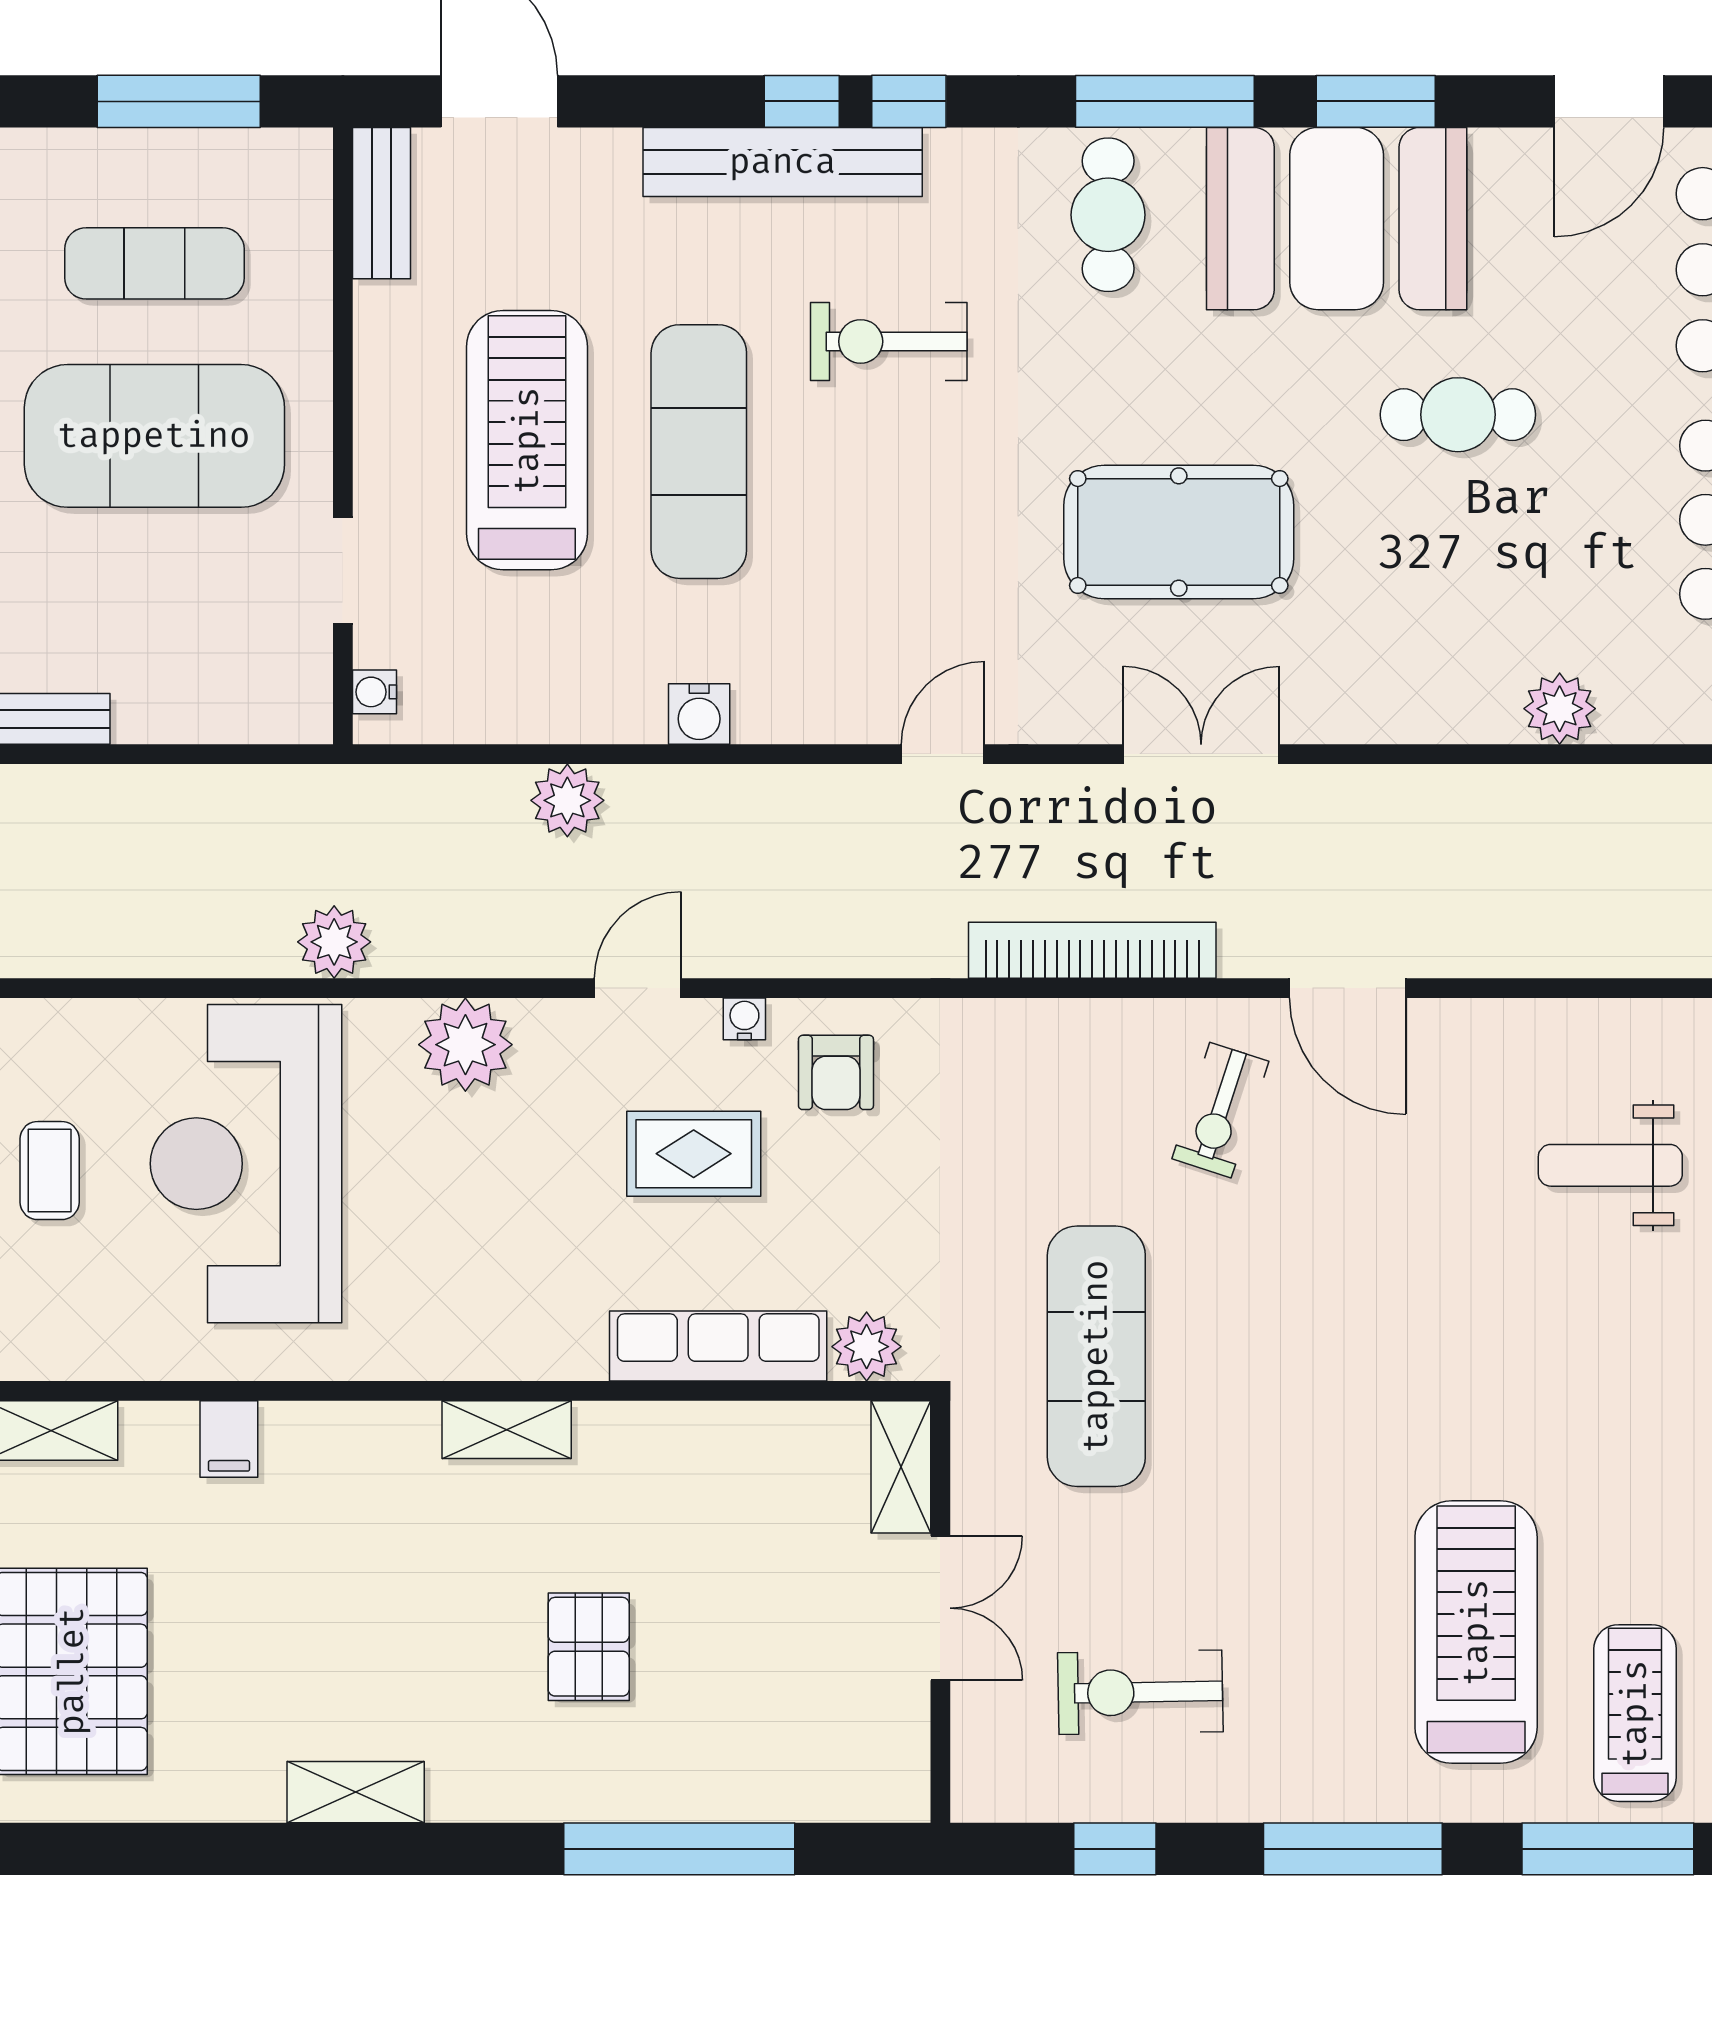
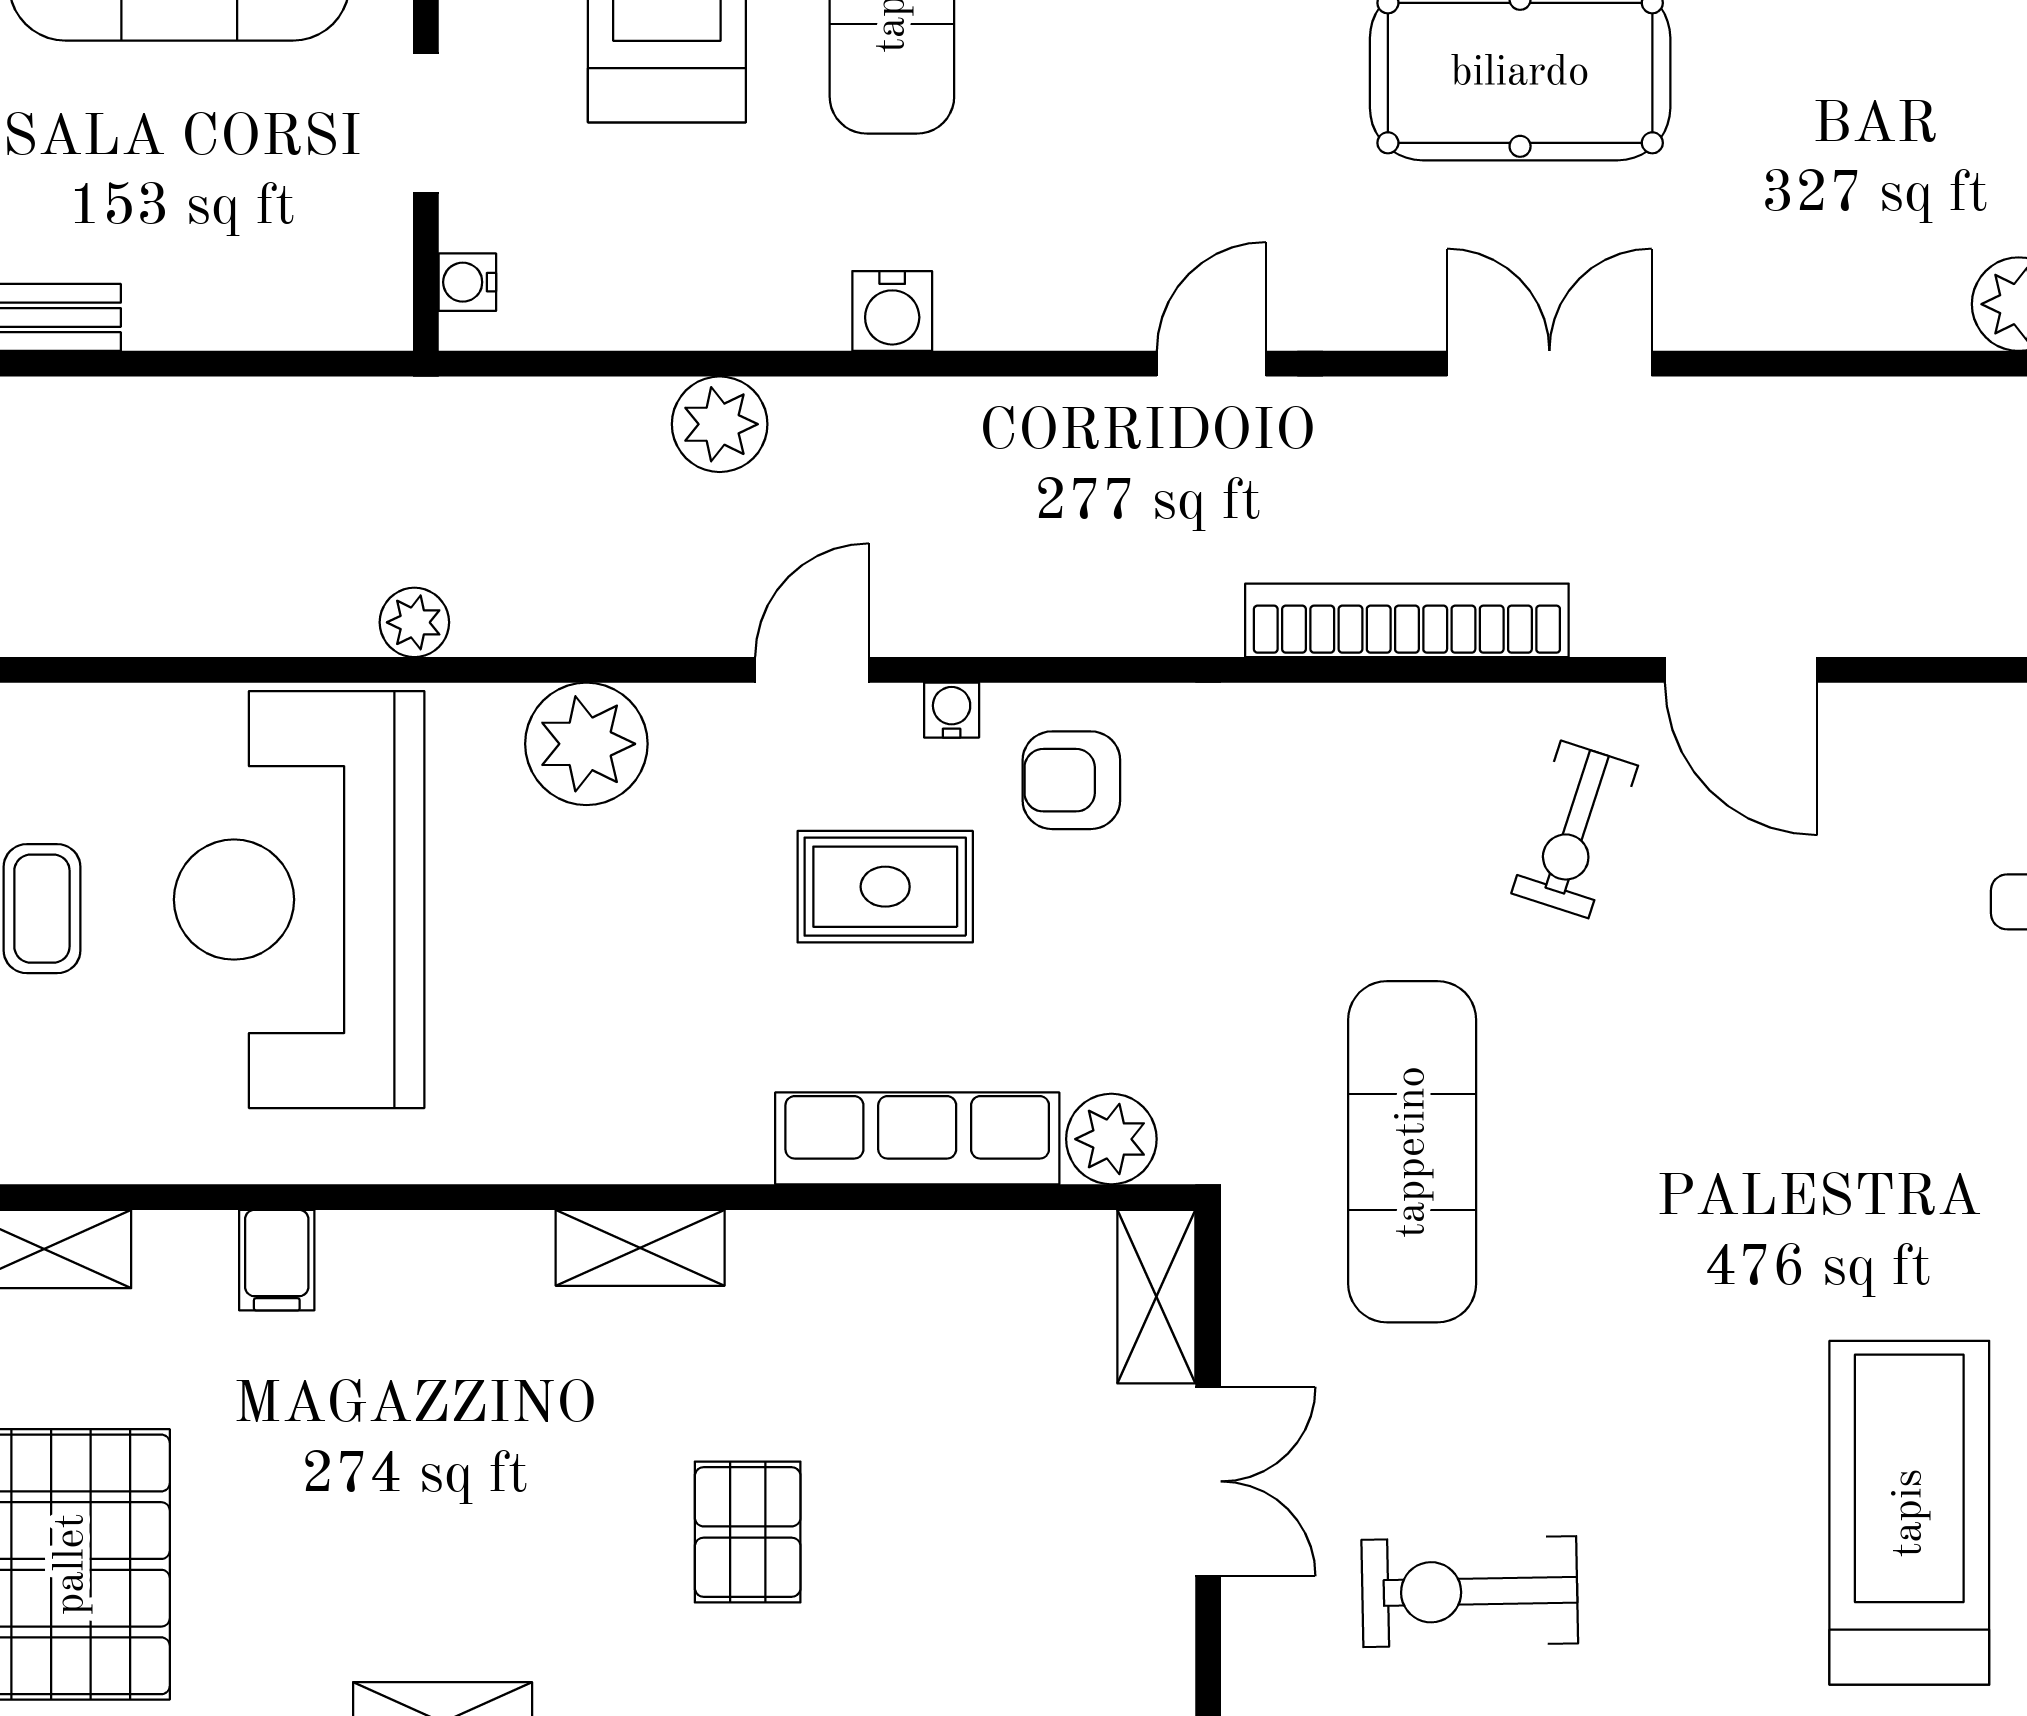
plant: (334, 942) -> (414, 622), width x0.73, depth x0.73
armchair: (836, 1072) -> (1071, 780), turned 90

